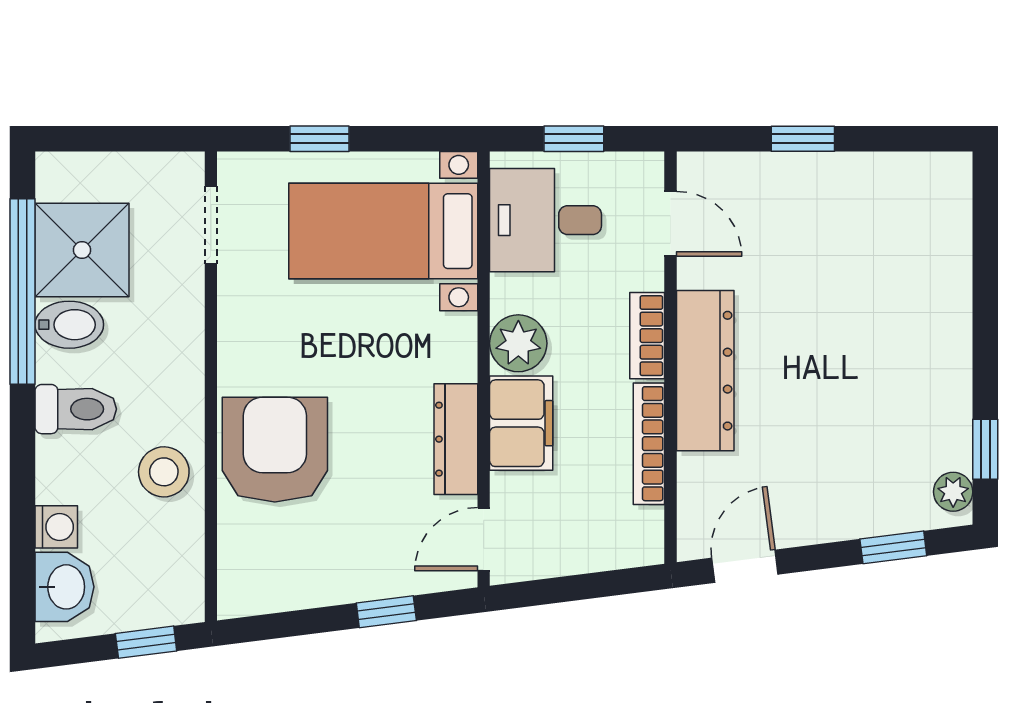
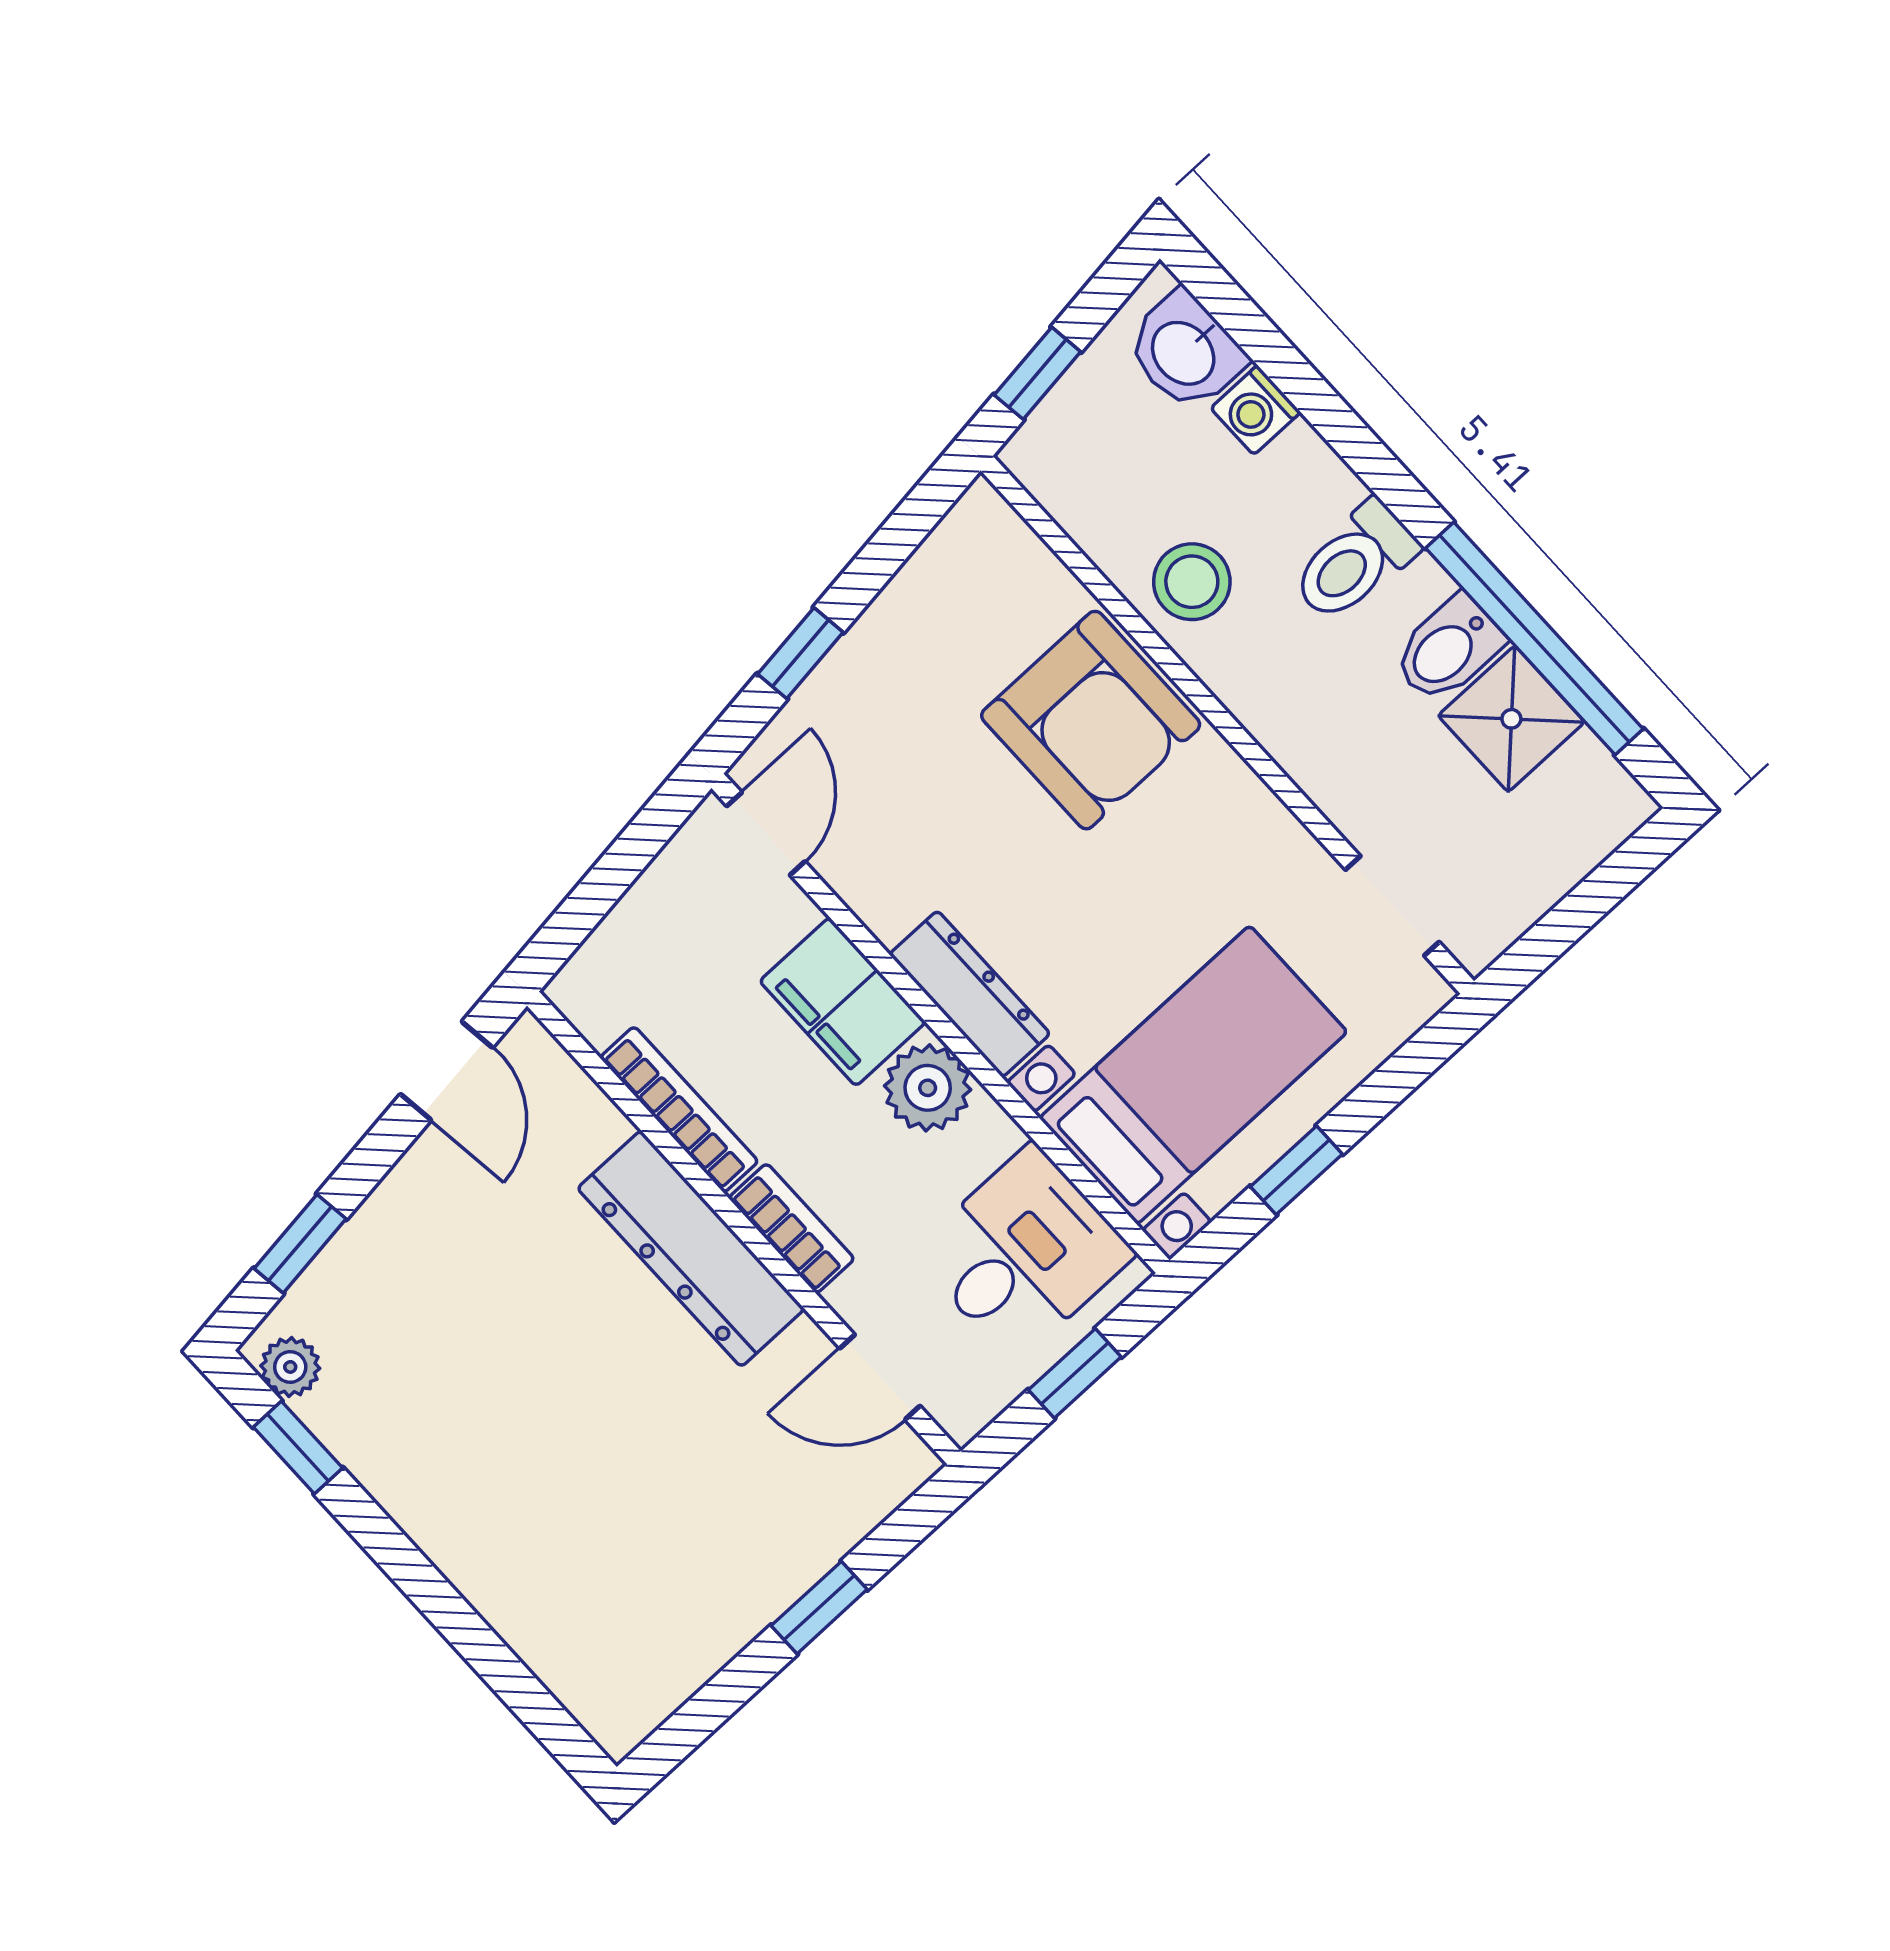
window: (319, 139) -> (1296, 1170), moved
shower: (82, 250) -> (1511, 719), width x0.73, depth x0.73
dresser: (456, 439) -> (970, 994), moved

